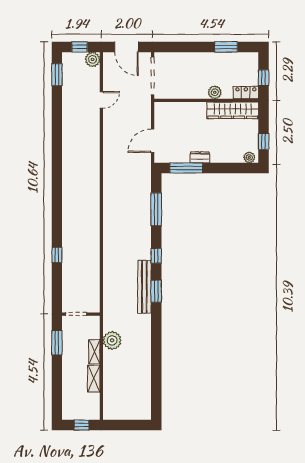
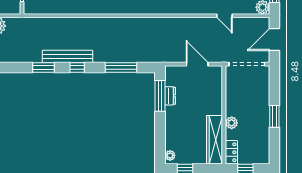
window: (226, 47) -> (274, 116), moved
door: (153, 141) -> (197, 64), moved
dresser: (200, 157) -> (170, 96), moved
bench: (144, 287) -> (68, 56), moved

